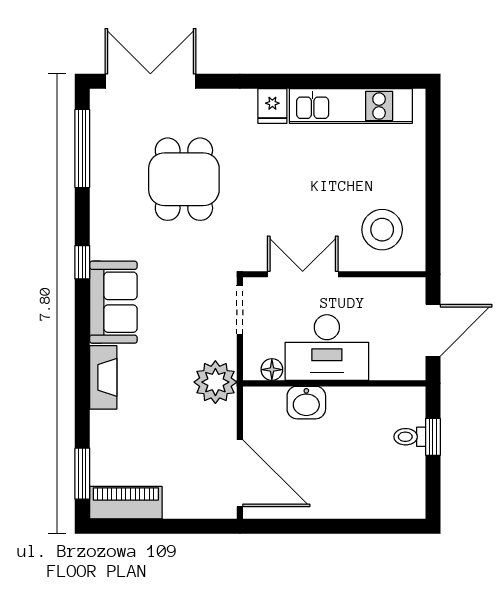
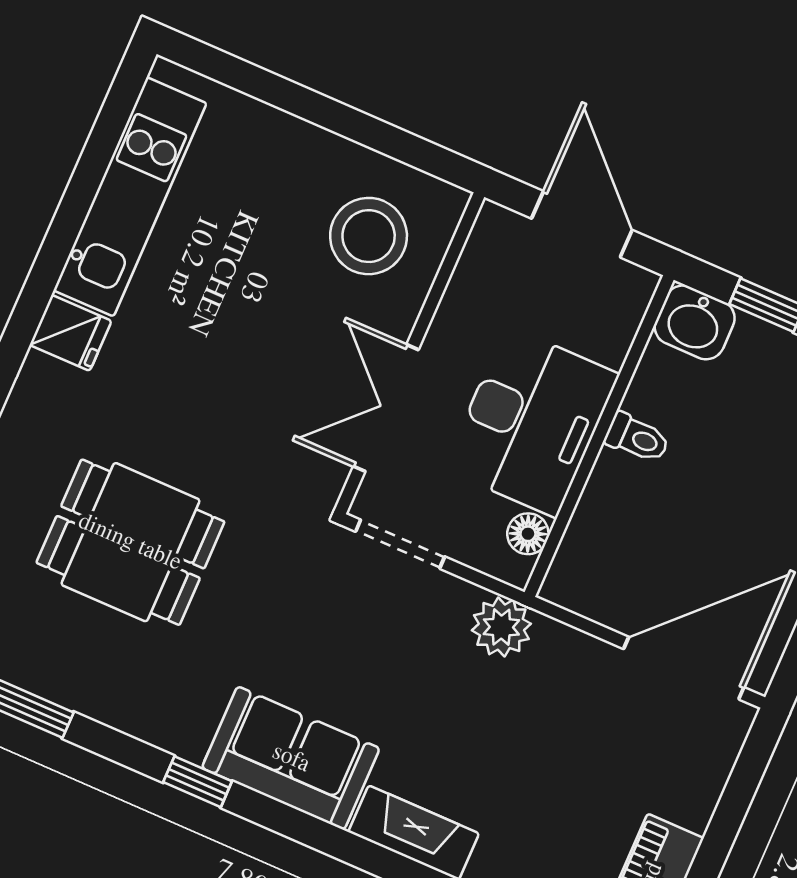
plant: (215, 382) -> (501, 627), width x0.73, depth x0.73
washbasin: (306, 403) -> (695, 322), moved, turned 90
toilet: (410, 437) -> (637, 438), moved, turned -90

